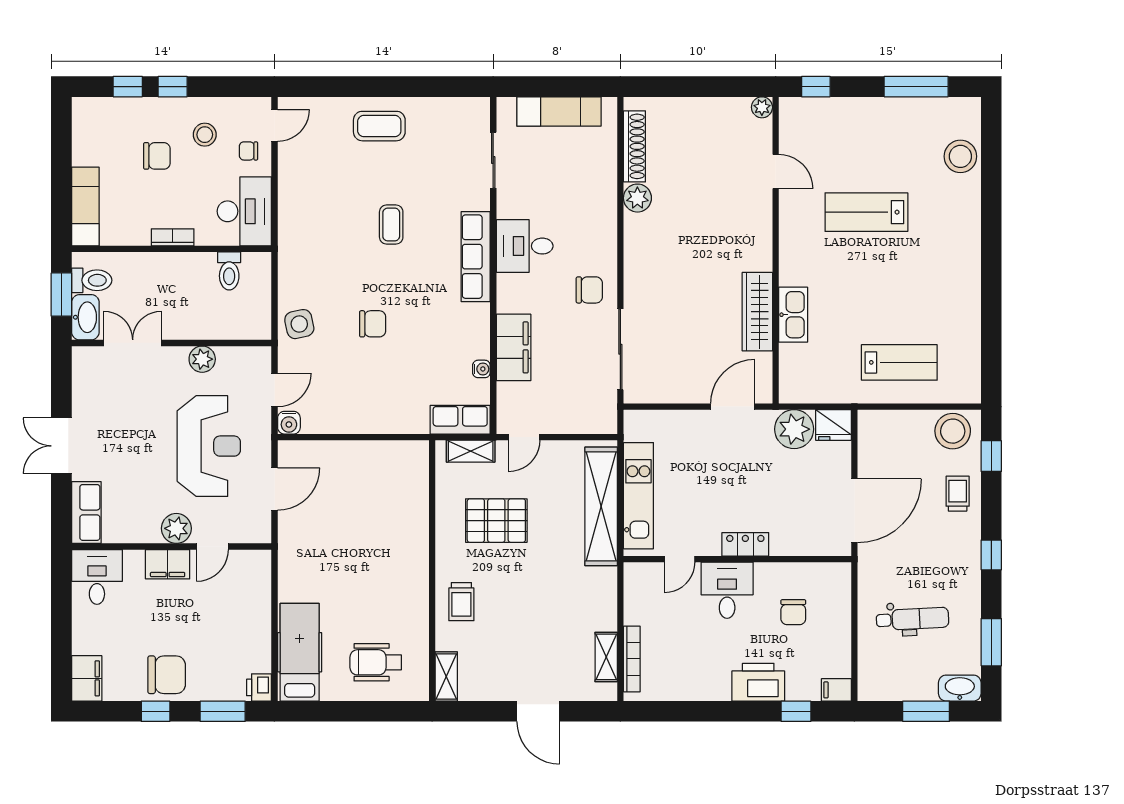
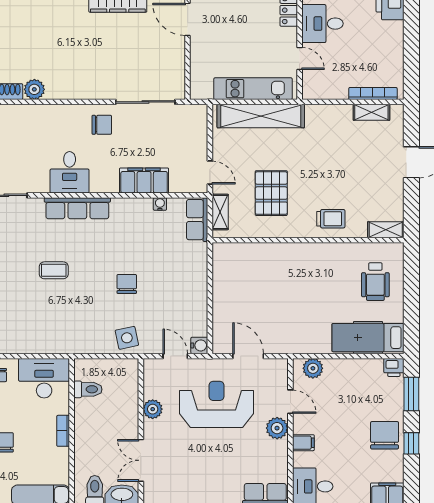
chair: (589, 290) -> (102, 125), turned 90
filing cabinet: (168, 564) -> (303, 443), width x0.50
plant: (258, 577) -> (313, 368), added

